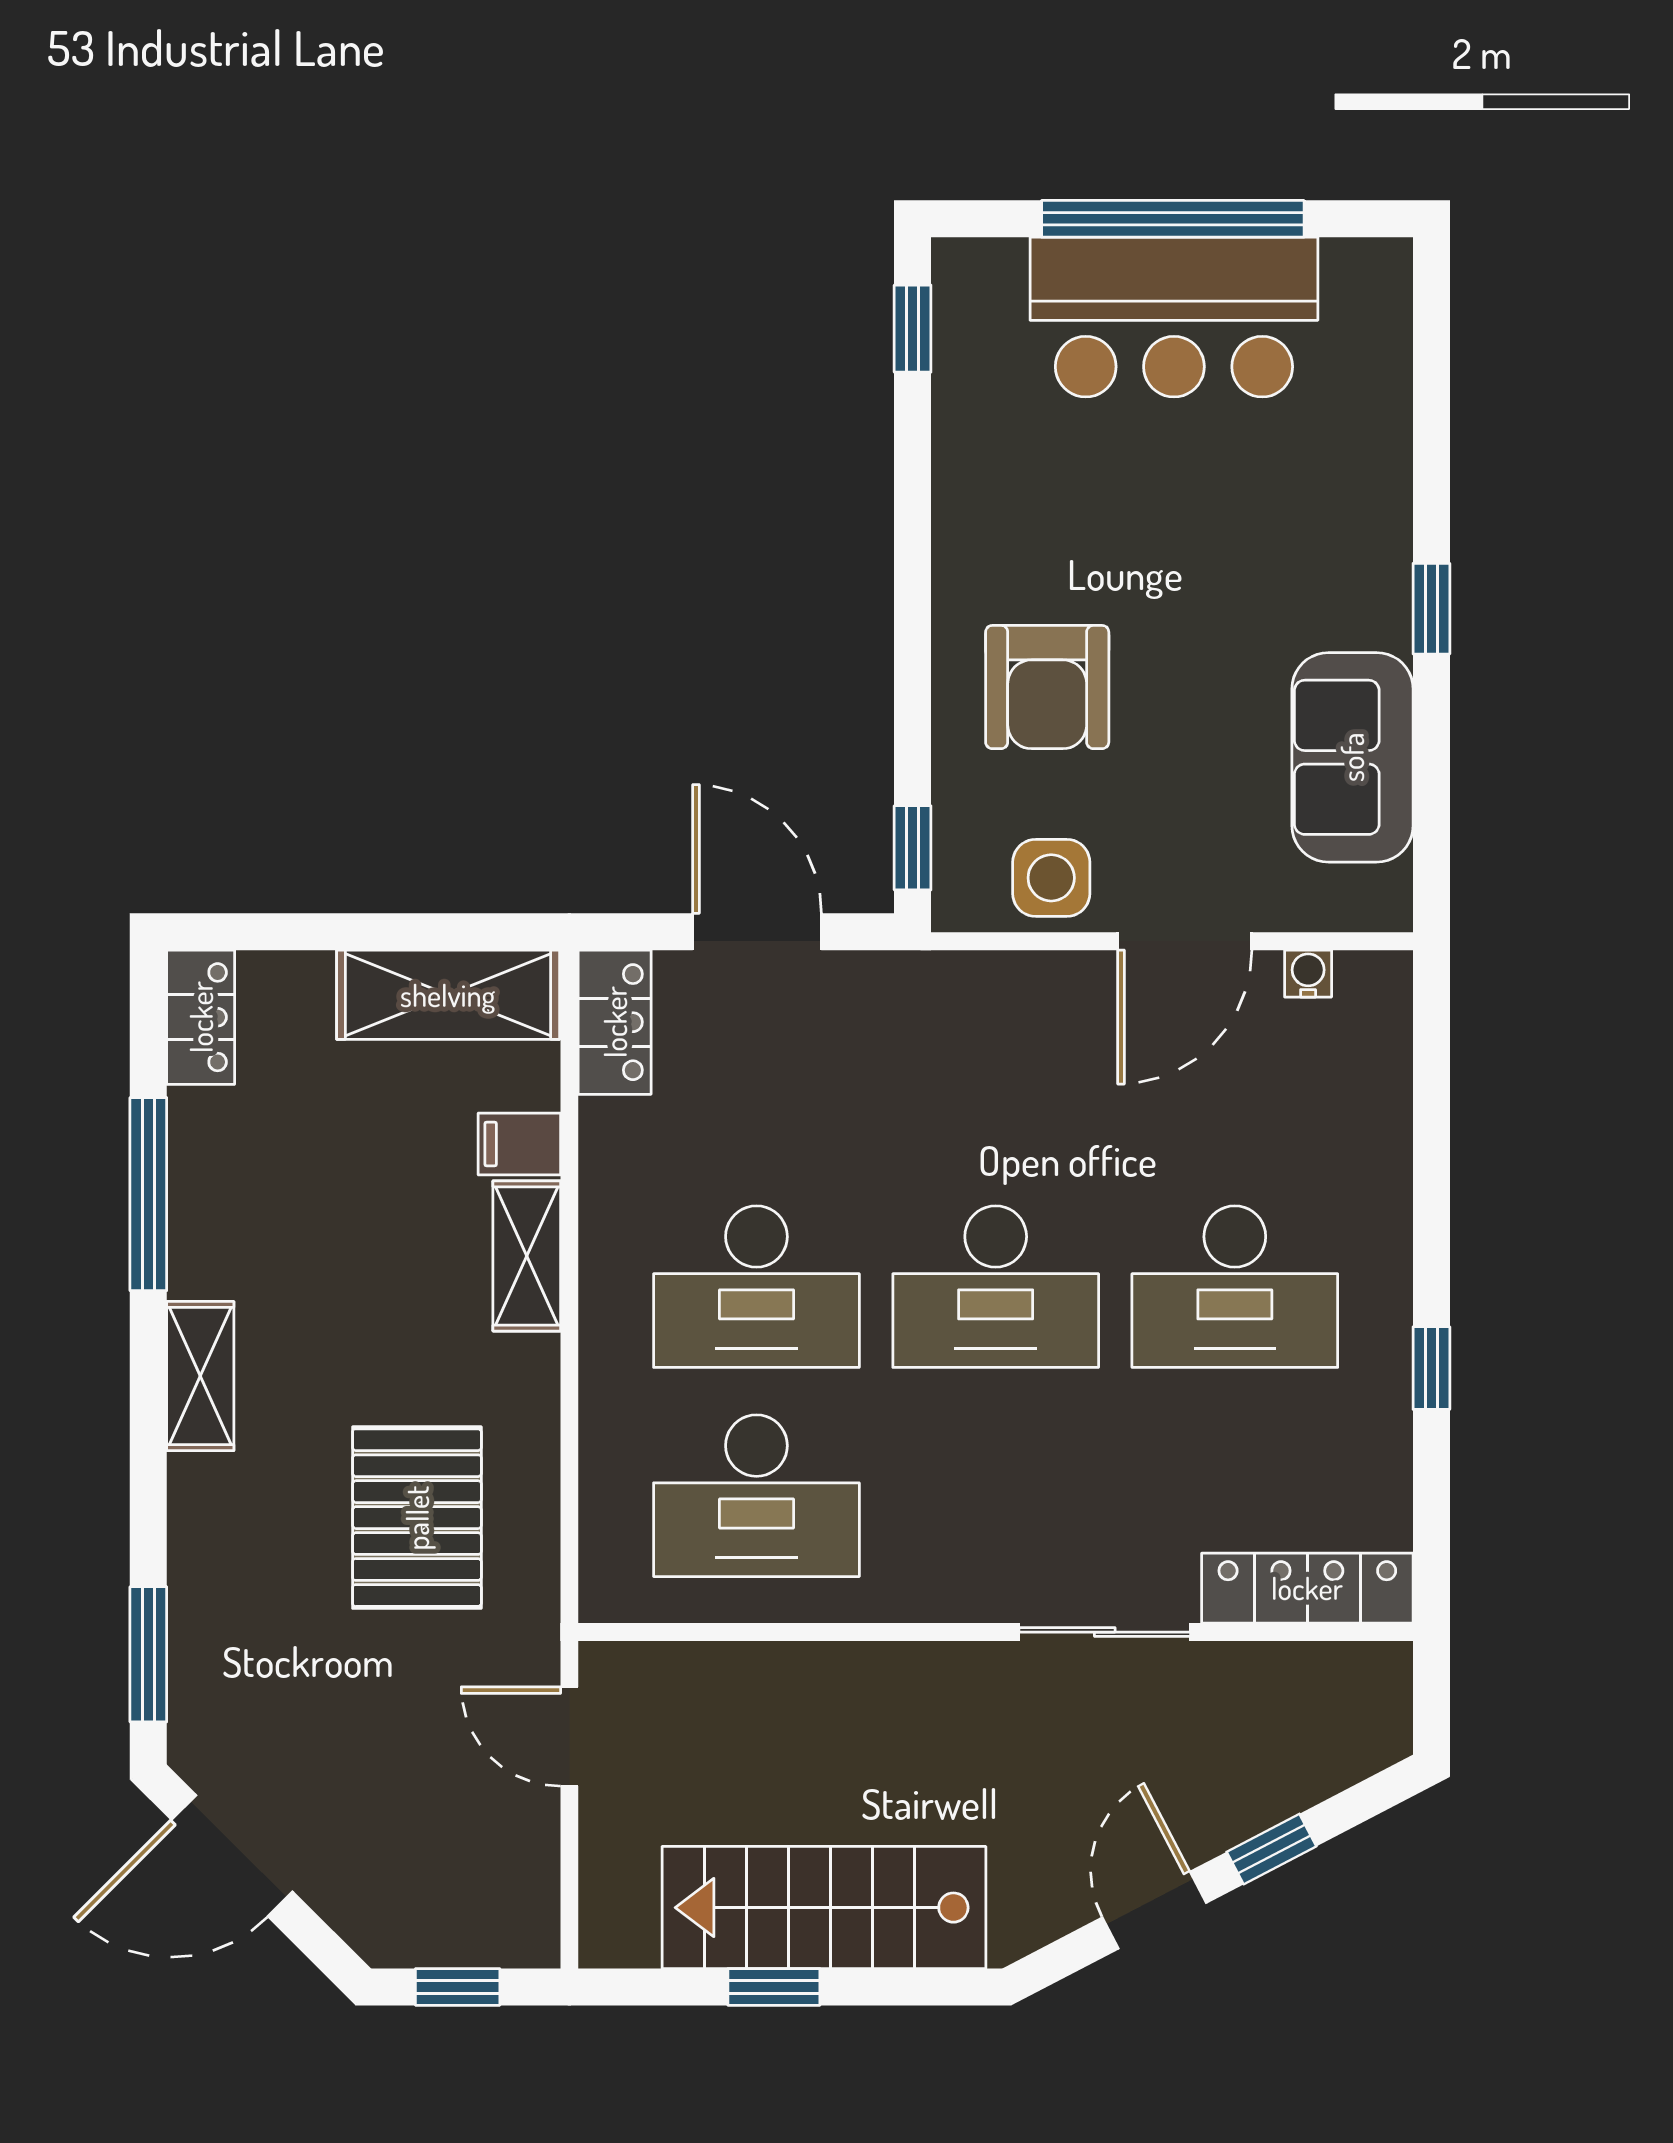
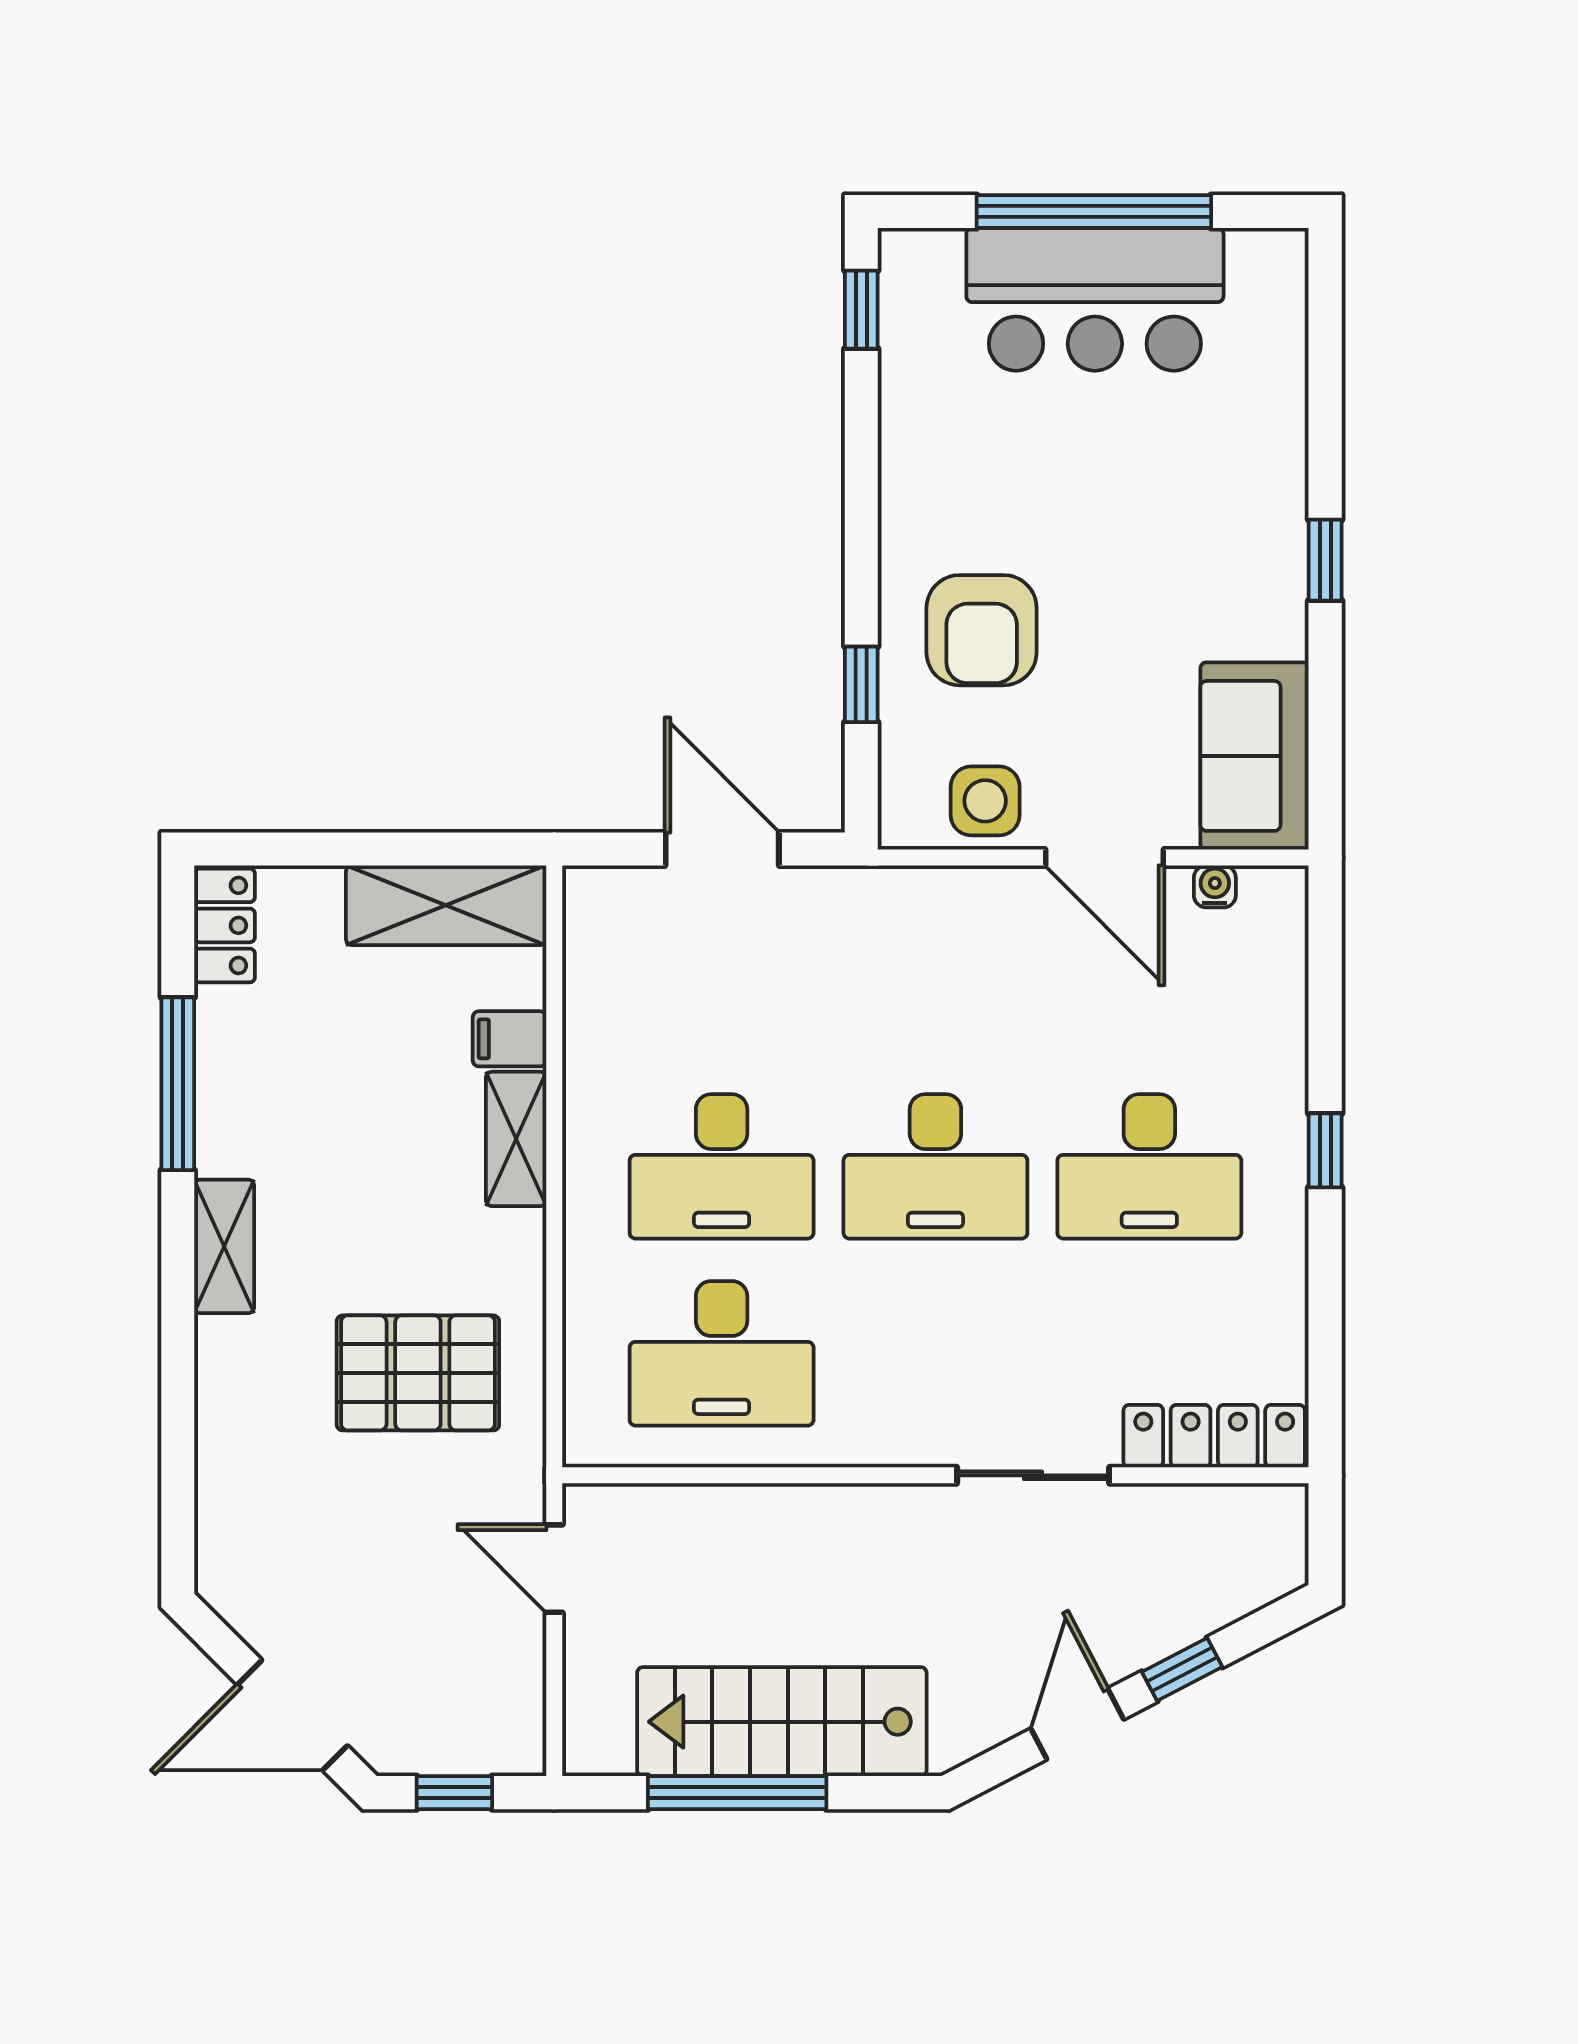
sofa: (1352, 757) -> (1255, 756), moved
window: (913, 848) -> (861, 684), moved
door: (1185, 941) -> (1105, 857), hinge flipped
locker: (615, 1022) -> (595, 930), removed
window: (1431, 1368) -> (1325, 1150), moved
pallet: (417, 1518) -> (418, 1373), turned 90
window: (148, 1654) -> (178, 1495), removed
door: (232, 1856) -> (292, 1715), moved
window: (774, 1987) -> (737, 1793), width x2.17

